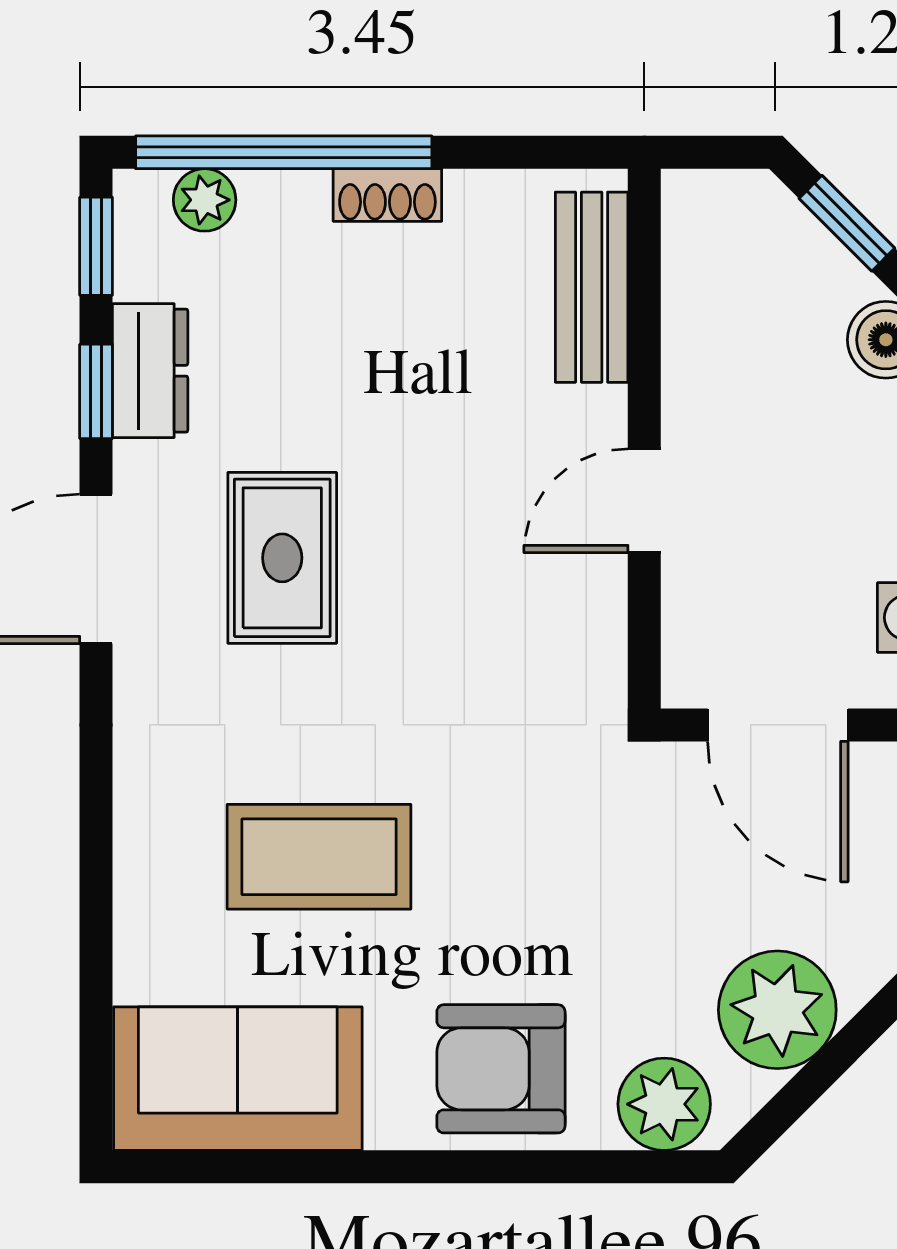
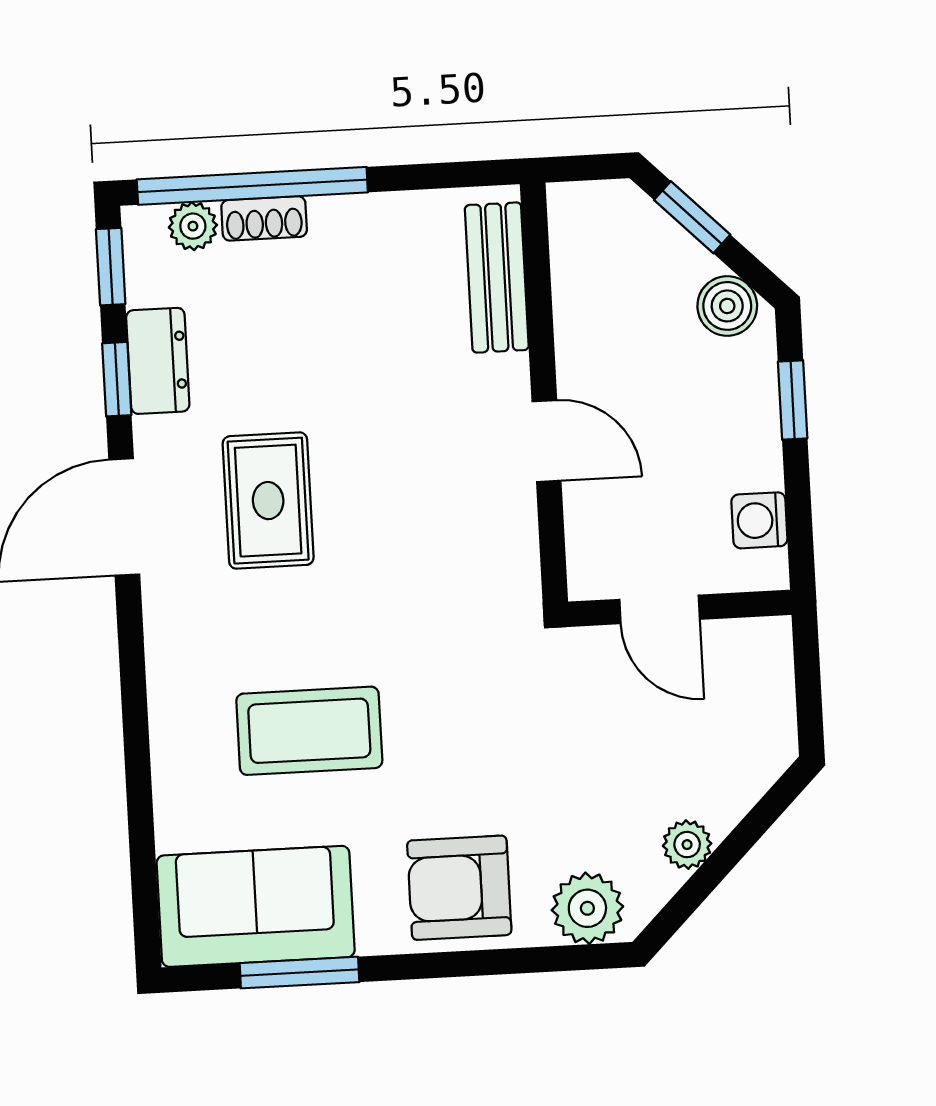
shoe rack: (387, 195) -> (264, 218), moved
door: (644, 501) -> (547, 441), swing flipped
door: (778, 725) -> (660, 609), width x0.73
plant: (777, 1010) -> (687, 845), width x0.53, depth x0.53
window: (290, 1167) -> (300, 973), added

